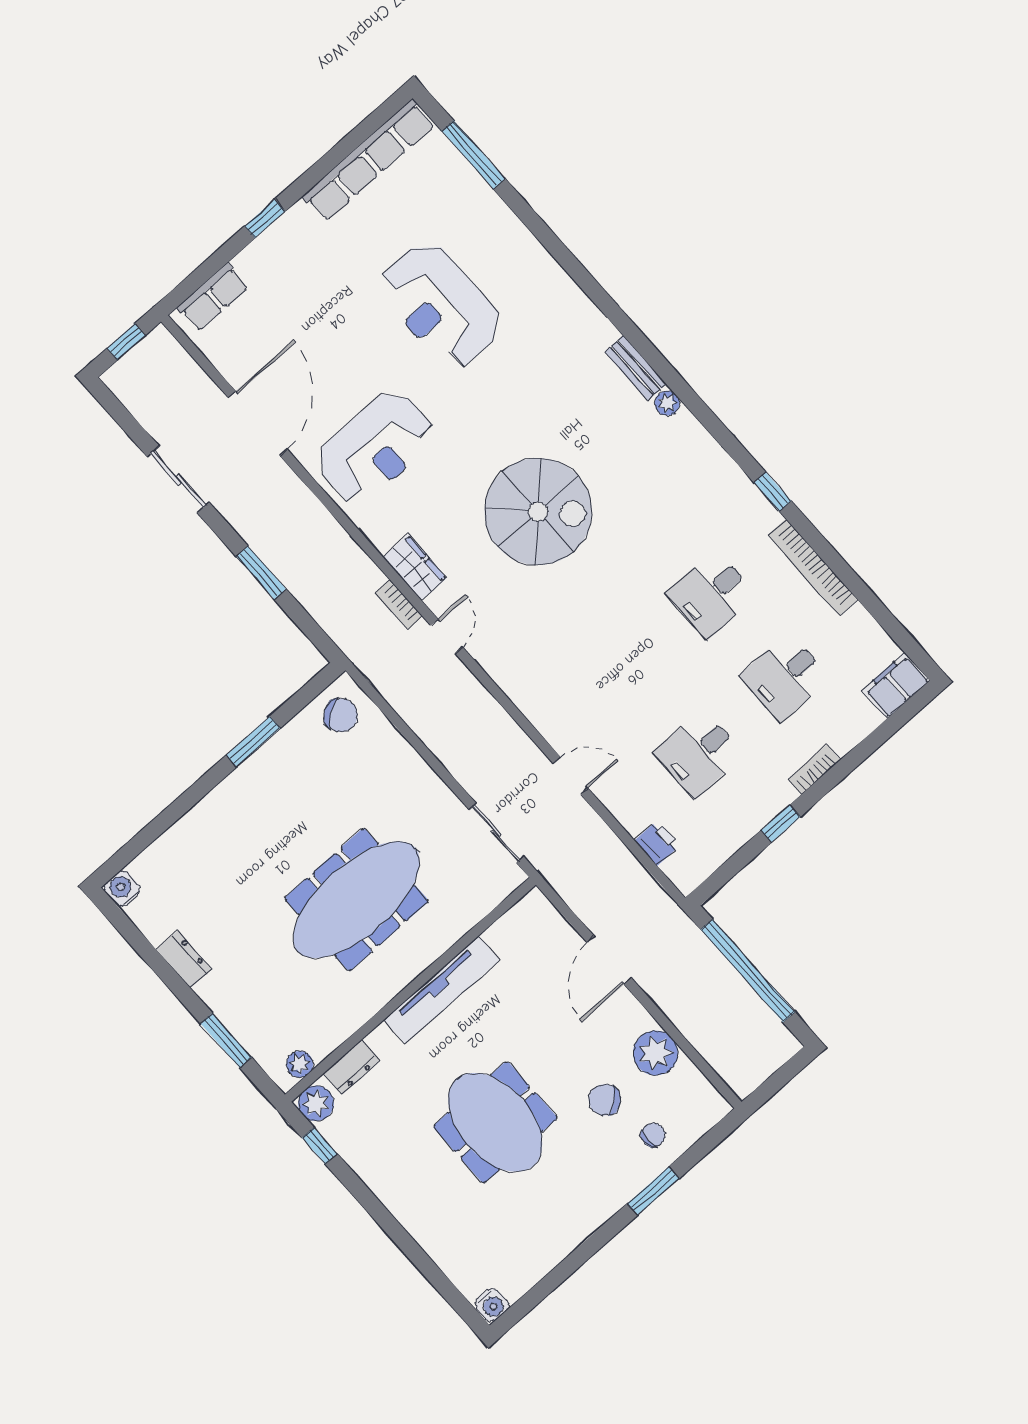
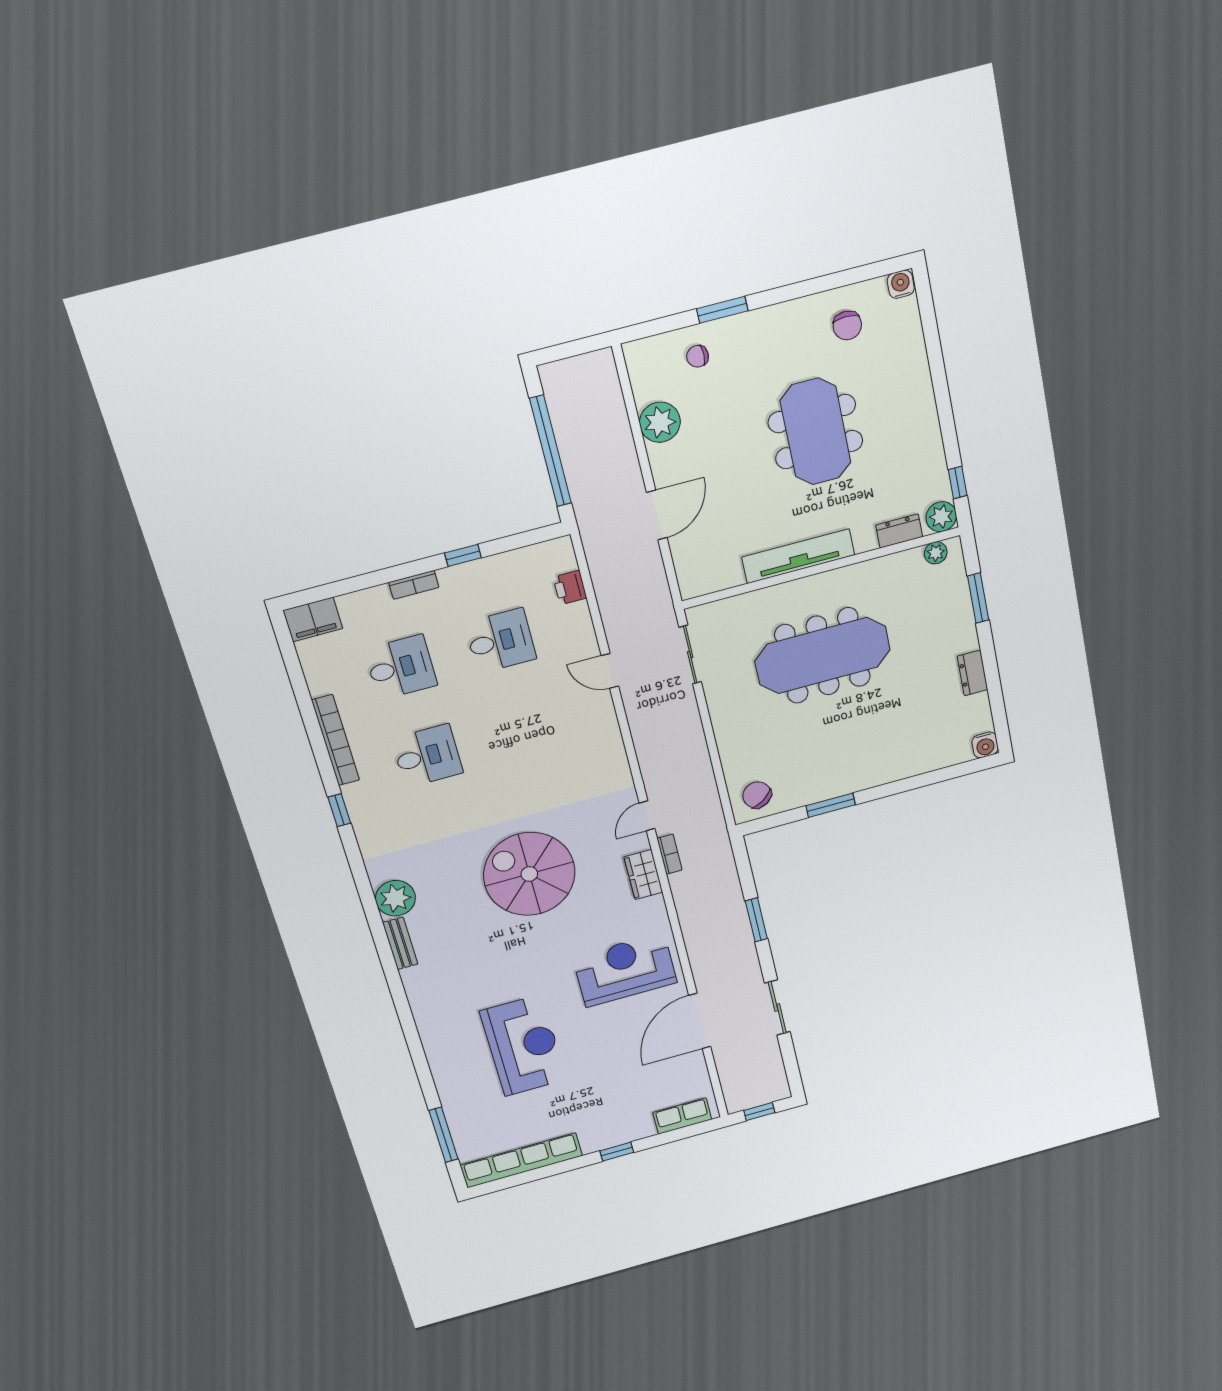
plant: (667, 403) -> (395, 898), width x1.87, depth x1.87
chair: (605, 1100) -> (847, 325), moved, turned 41

